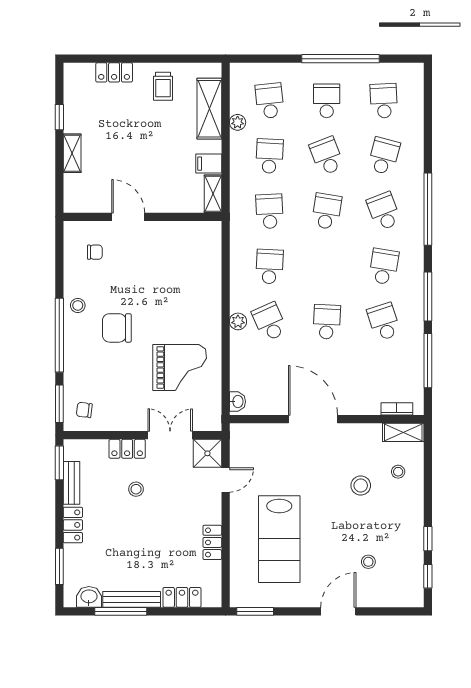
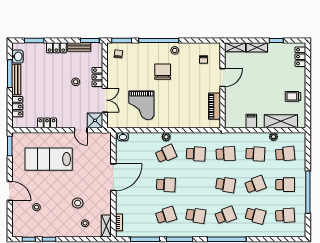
locker: (114, 72) -> (300, 57), moved
shelving: (213, 194) -> (235, 47), moved
piano: (181, 232) -> (214, 106), added

